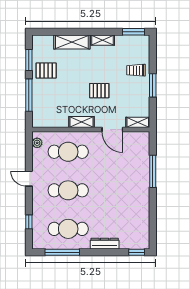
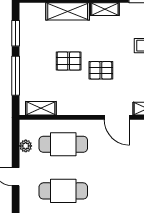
pallet: (46, 71) -> (69, 61), moved
shelving: (82, 122) -> (41, 108), moved
plant: (37, 143) -> (26, 146), moved

